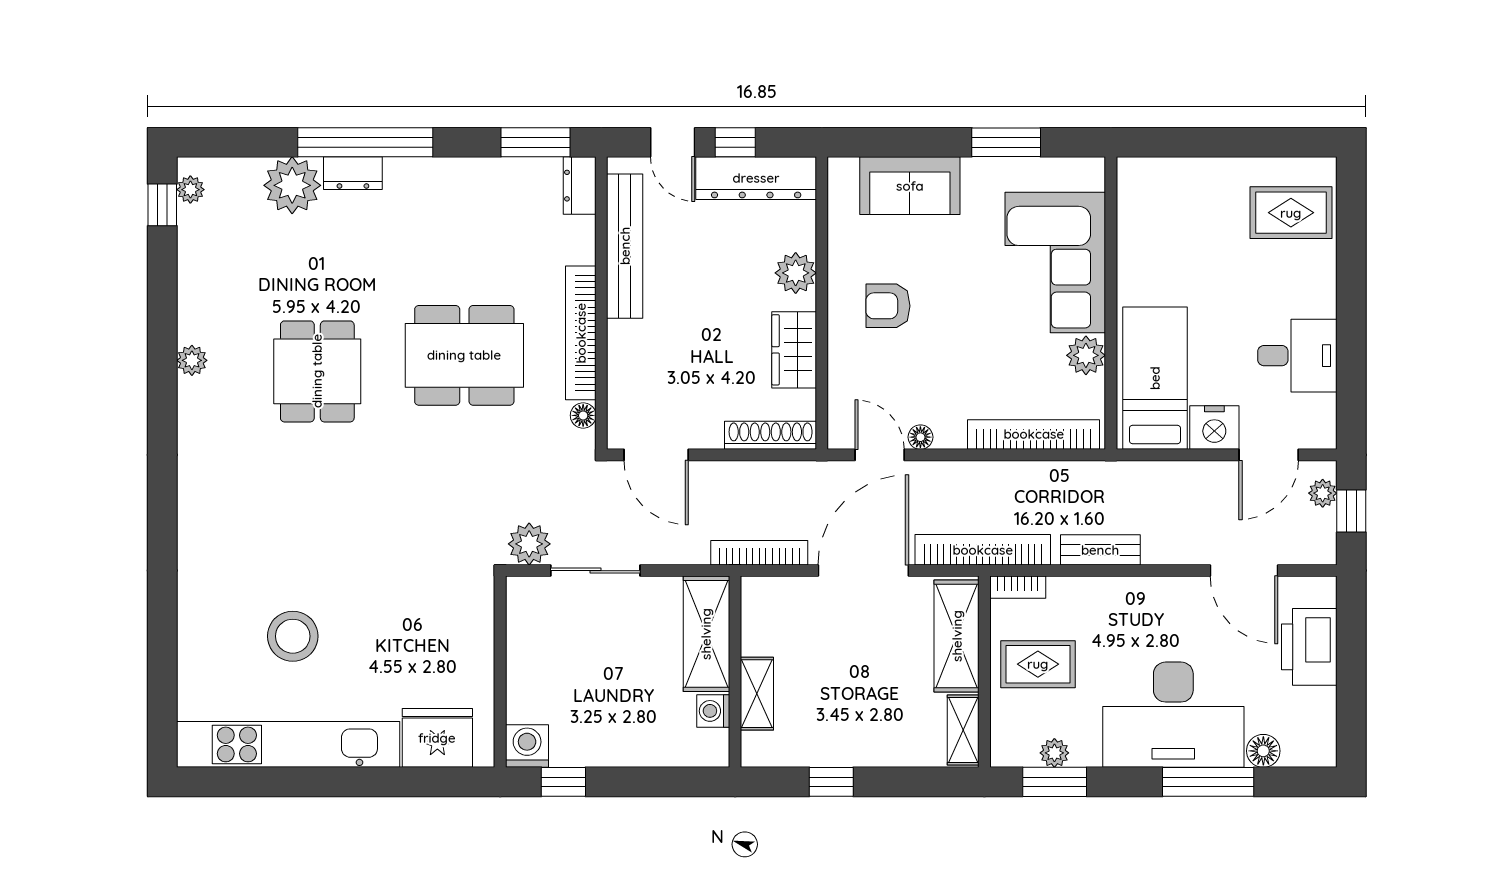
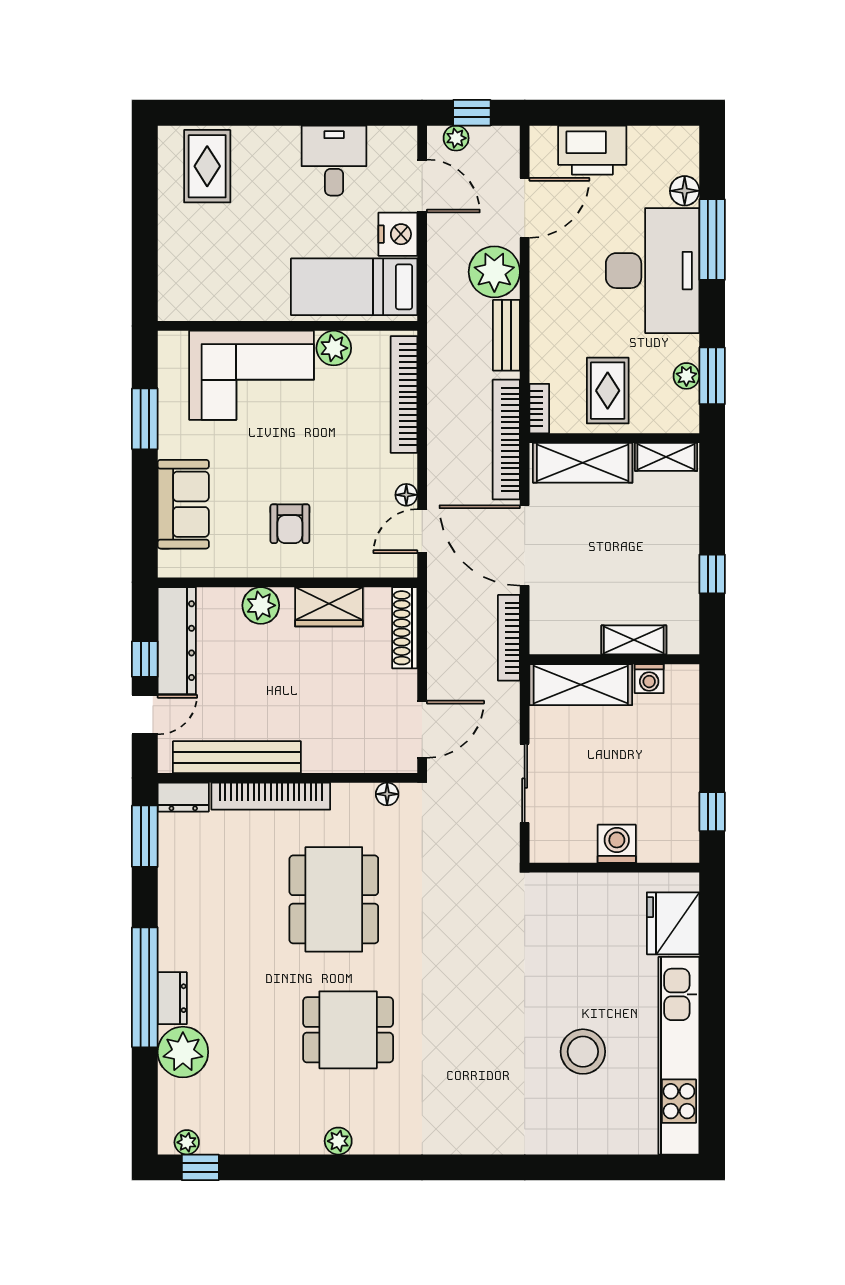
bookcase: (581, 333) -> (271, 796), moved
plant: (529, 544) -> (494, 272), moved, width x1.36, depth x1.36
washing machine: (527, 746) -> (617, 844), moved, turned 90

